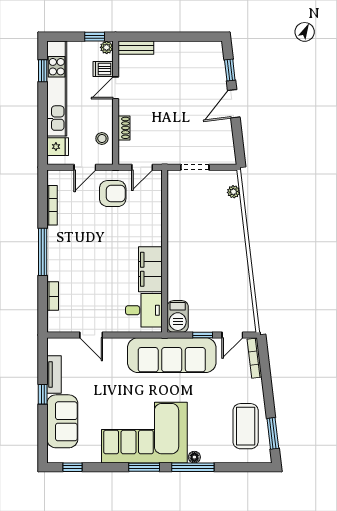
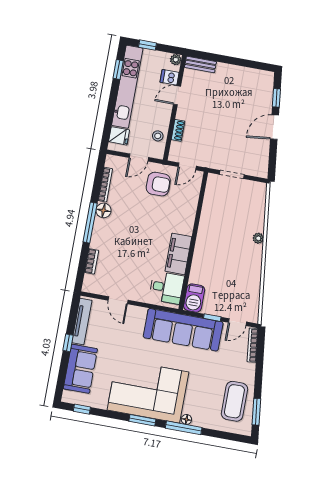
window: (95, 37) -> (147, 45), moved
plant: (234, 192) -> (258, 238), moved
floor lamp: (56, 235) -> (104, 210), added
tv unit: (54, 375) -> (82, 321), width x1.41

